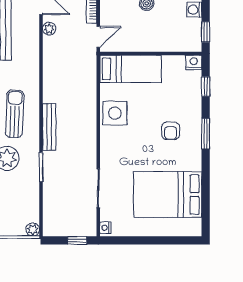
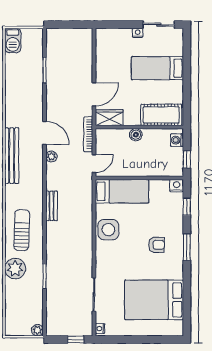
bench: (49, 127) -> (52, 206), moved, width x0.73
armchair: (171, 131) -> (157, 245), turned -90

